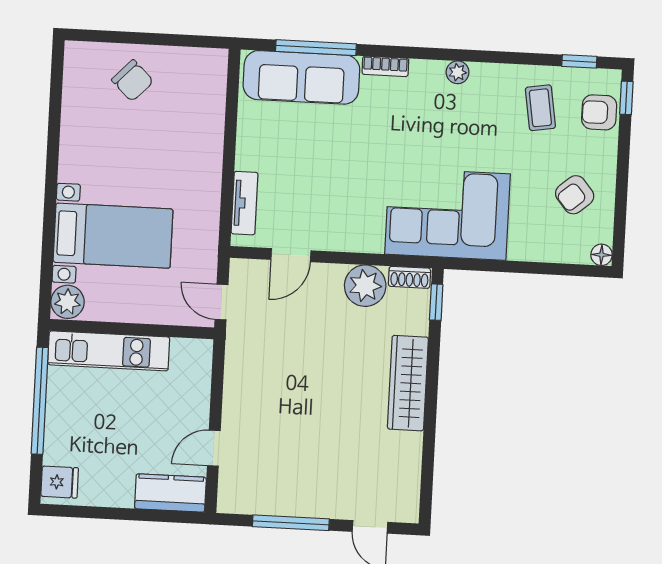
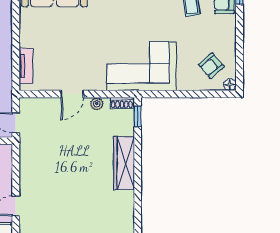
armchair: (575, 195) -> (211, 66), moved
door: (291, 255) -> (72, 94), moved
plant: (365, 286) -> (97, 104), width x0.53, depth x0.53

